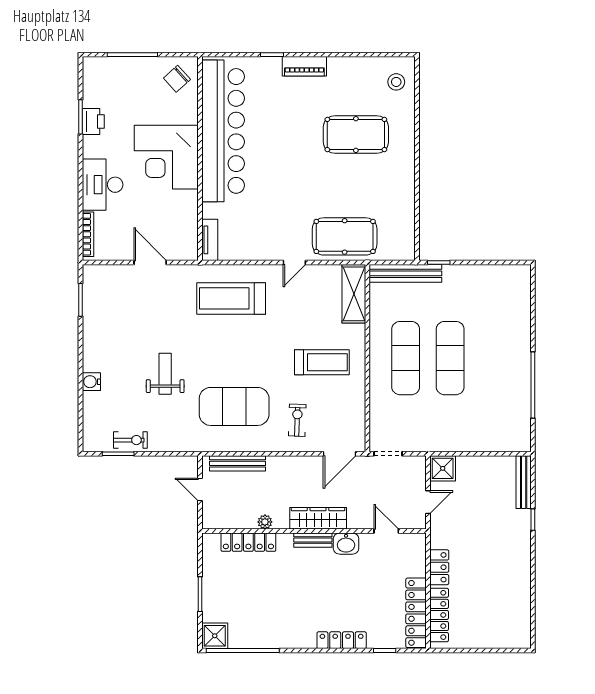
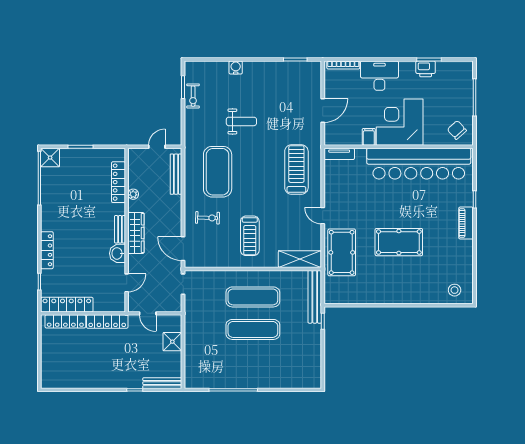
pool table: (356, 135) -> (399, 242), moved, turned 90
filing cabinet: (186, 199) -> (369, 137), added
shower: (443, 468) -> (172, 342), moved
locker: (439, 567) -> (107, 322), width x1.53

